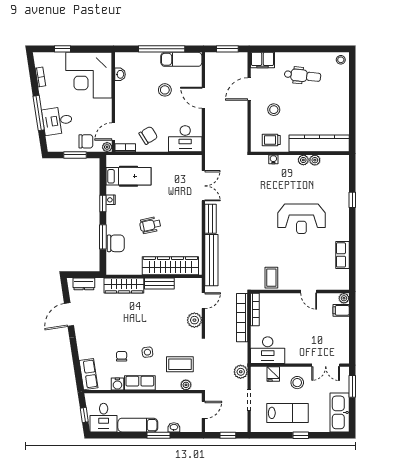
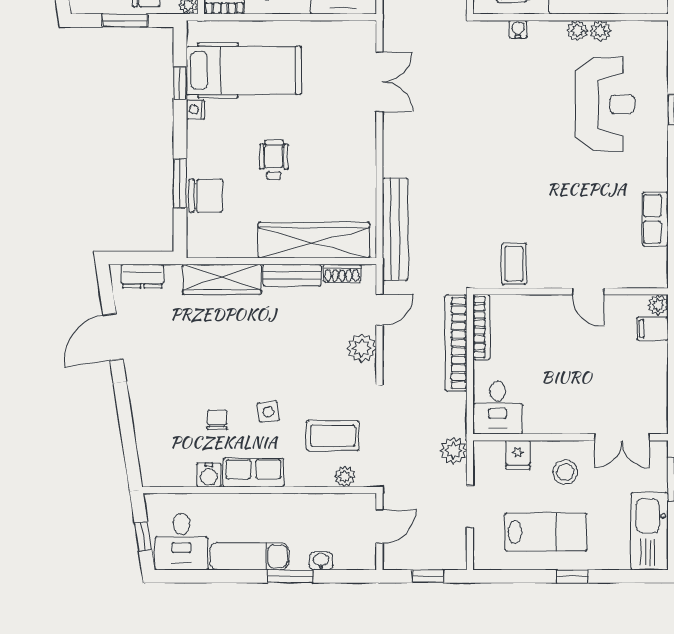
hospital bed: (128, 176) -> (244, 70), width x1.37, depth x1.29
window: (103, 203) -> (180, 83), moved
bench: (211, 219) -> (393, 147), removed
reception desk: (301, 219) -> (605, 104), moved, turned -90
wheelchair: (150, 225) -> (274, 160), turned 102
shoe rack: (185, 282) -> (342, 273), added
desk: (268, 350) -> (498, 408), width x0.73
row of seats: (89, 374) -> (152, 455), removed

